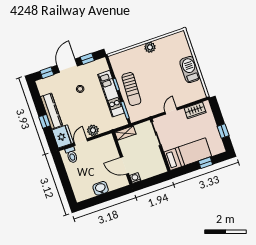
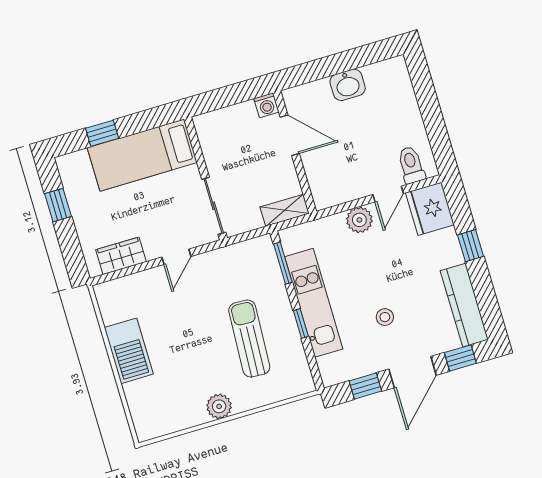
sun lounger: (131, 89) -> (249, 339), moved
kitchen counter: (51, 111) -> (464, 305), moved

